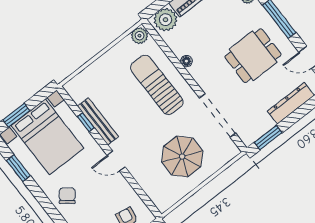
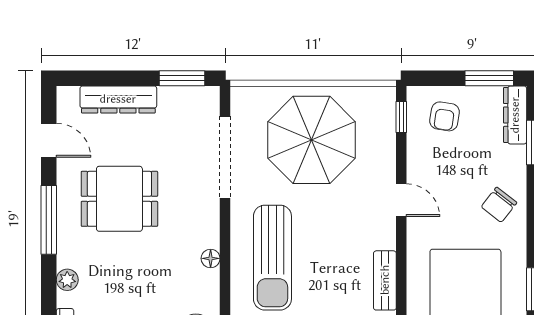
bench: (98, 121) -> (385, 280), width x0.73
window: (86, 122) -> (401, 117), moved
parasol: (182, 156) -> (312, 140), width x1.36, depth x1.36

